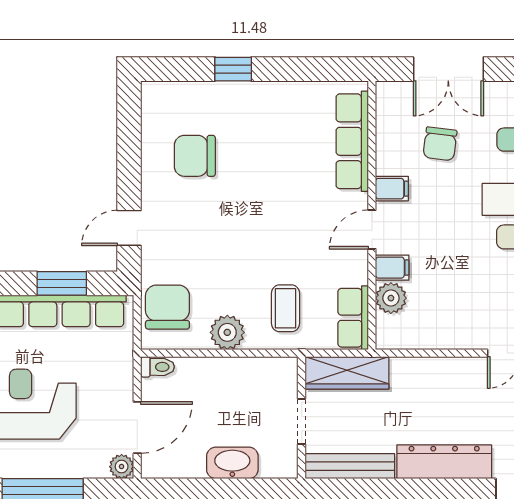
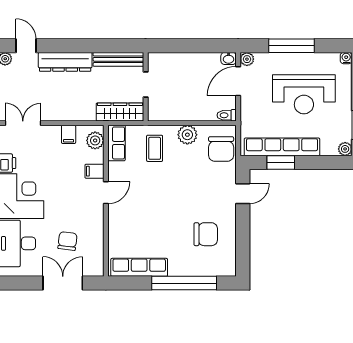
window: (233, 69) -> (184, 283), width x3.17
row of seats: (352, 141) -> (139, 267), moved, turned -90
filing cabinet: (392, 189) -> (69, 134), moved, turned -90
plant: (391, 298) -> (95, 140), moved
washbasin: (232, 463) -> (229, 58), moved, width x0.52, depth x0.69

